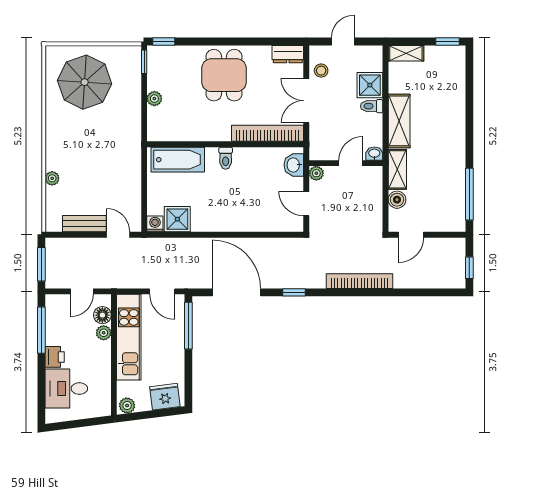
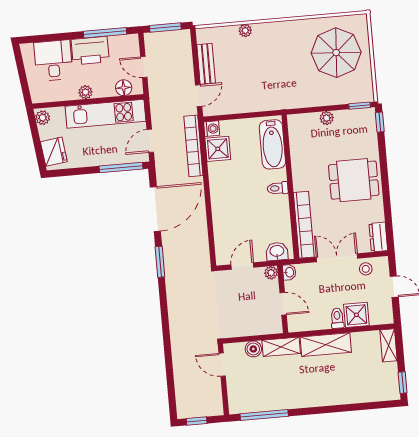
washbasin: (374, 154) -> (289, 272), moved
bookcase: (360, 281) -> (193, 146), moved, turned 180
window: (294, 292) -> (160, 262), width x1.50
plant: (104, 333) -> (85, 92), moved
printer: (55, 357) -> (90, 51), width x1.87, depth x1.48

